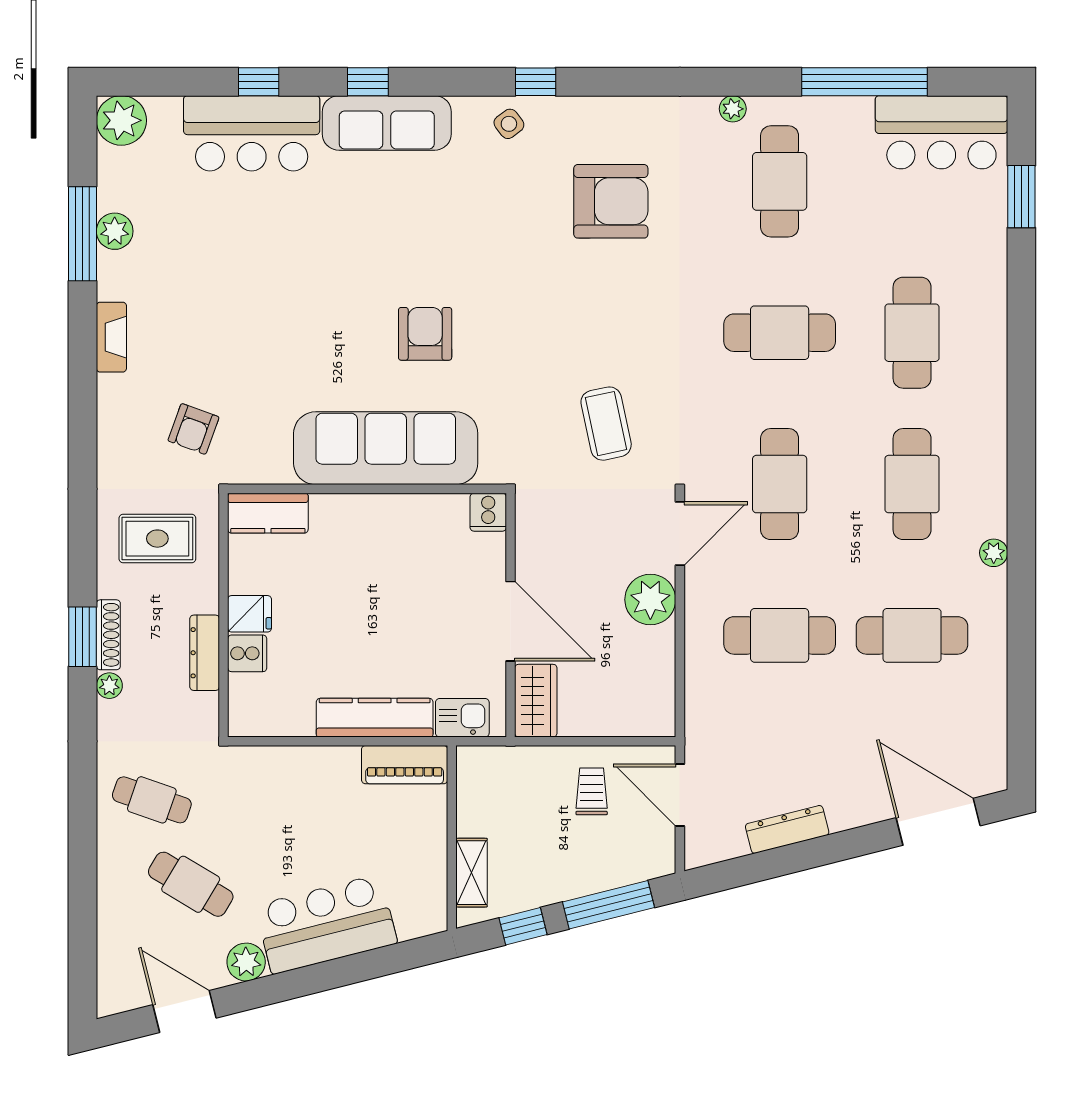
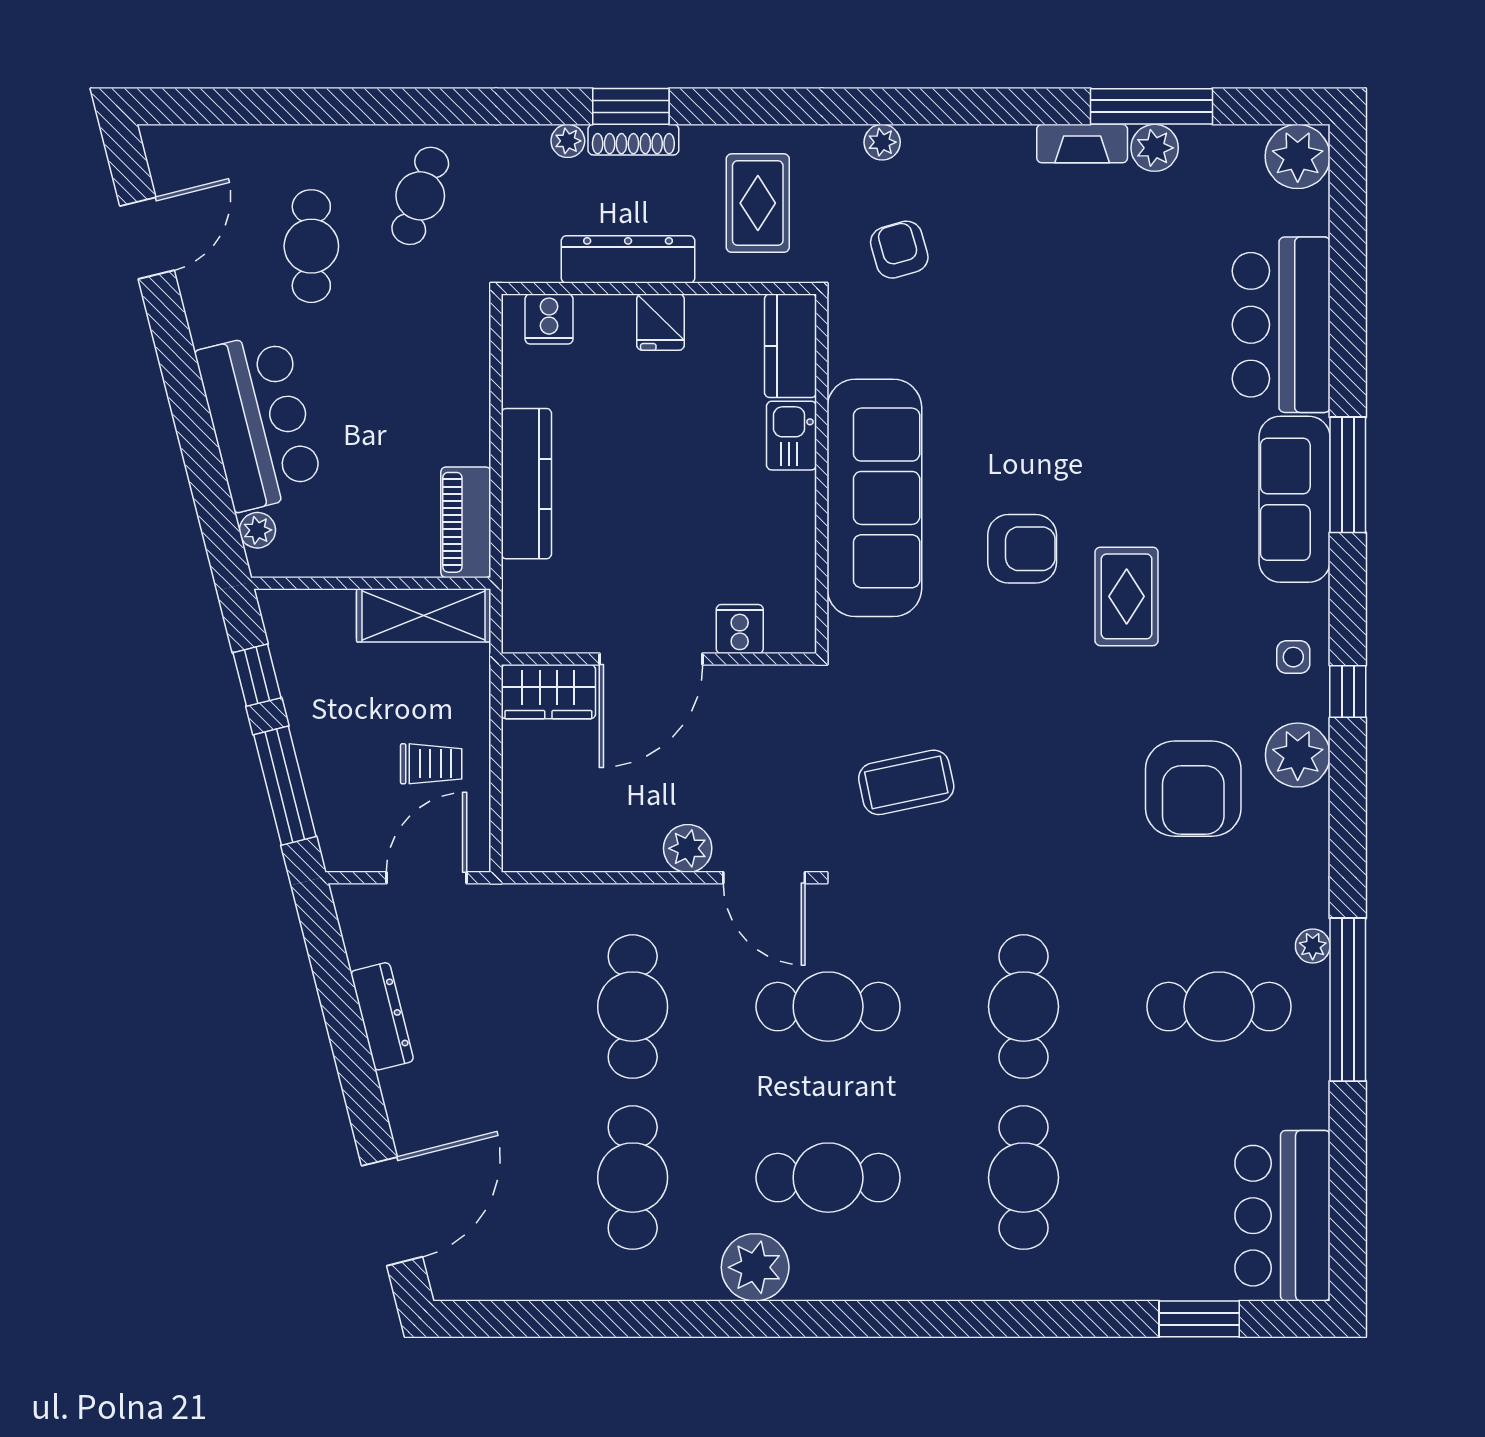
window: (259, 82) -> (1348, 334), removed
window: (368, 82) -> (1348, 475), width x2.17
window: (864, 82) -> (1348, 1000), moved
plant: (585, 120) -> (1298, 755), added
side table: (509, 124) -> (1293, 657), turned 37
rug: (462, 253) -> (1127, 596), added
cafe table: (912, 333) -> (1024, 1178), turned 90
fireplace: (111, 337) -> (1082, 144), moved
armchair: (193, 429) -> (899, 250), turned 54
plant: (110, 442) -> (882, 142), added
cooker: (488, 512) -> (740, 629), moved, turned 90
plant: (994, 553) -> (755, 1267), width x1.88, depth x1.88
plant: (650, 600) -> (688, 848), width x0.73, depth x0.73
dresser: (205, 653) -> (628, 259), width x1.37, depth x1.24
cooker: (247, 653) -> (549, 319), moved
kitchen sink: (462, 718) -> (792, 436), moved, turned 180
shelving: (471, 873) -> (424, 615), moved, width x1.50, depth x1.33
cafe table: (191, 884) -> (311, 246), turned -31
plant: (246, 962) -> (257, 530), moved, width x0.73, depth x0.73

